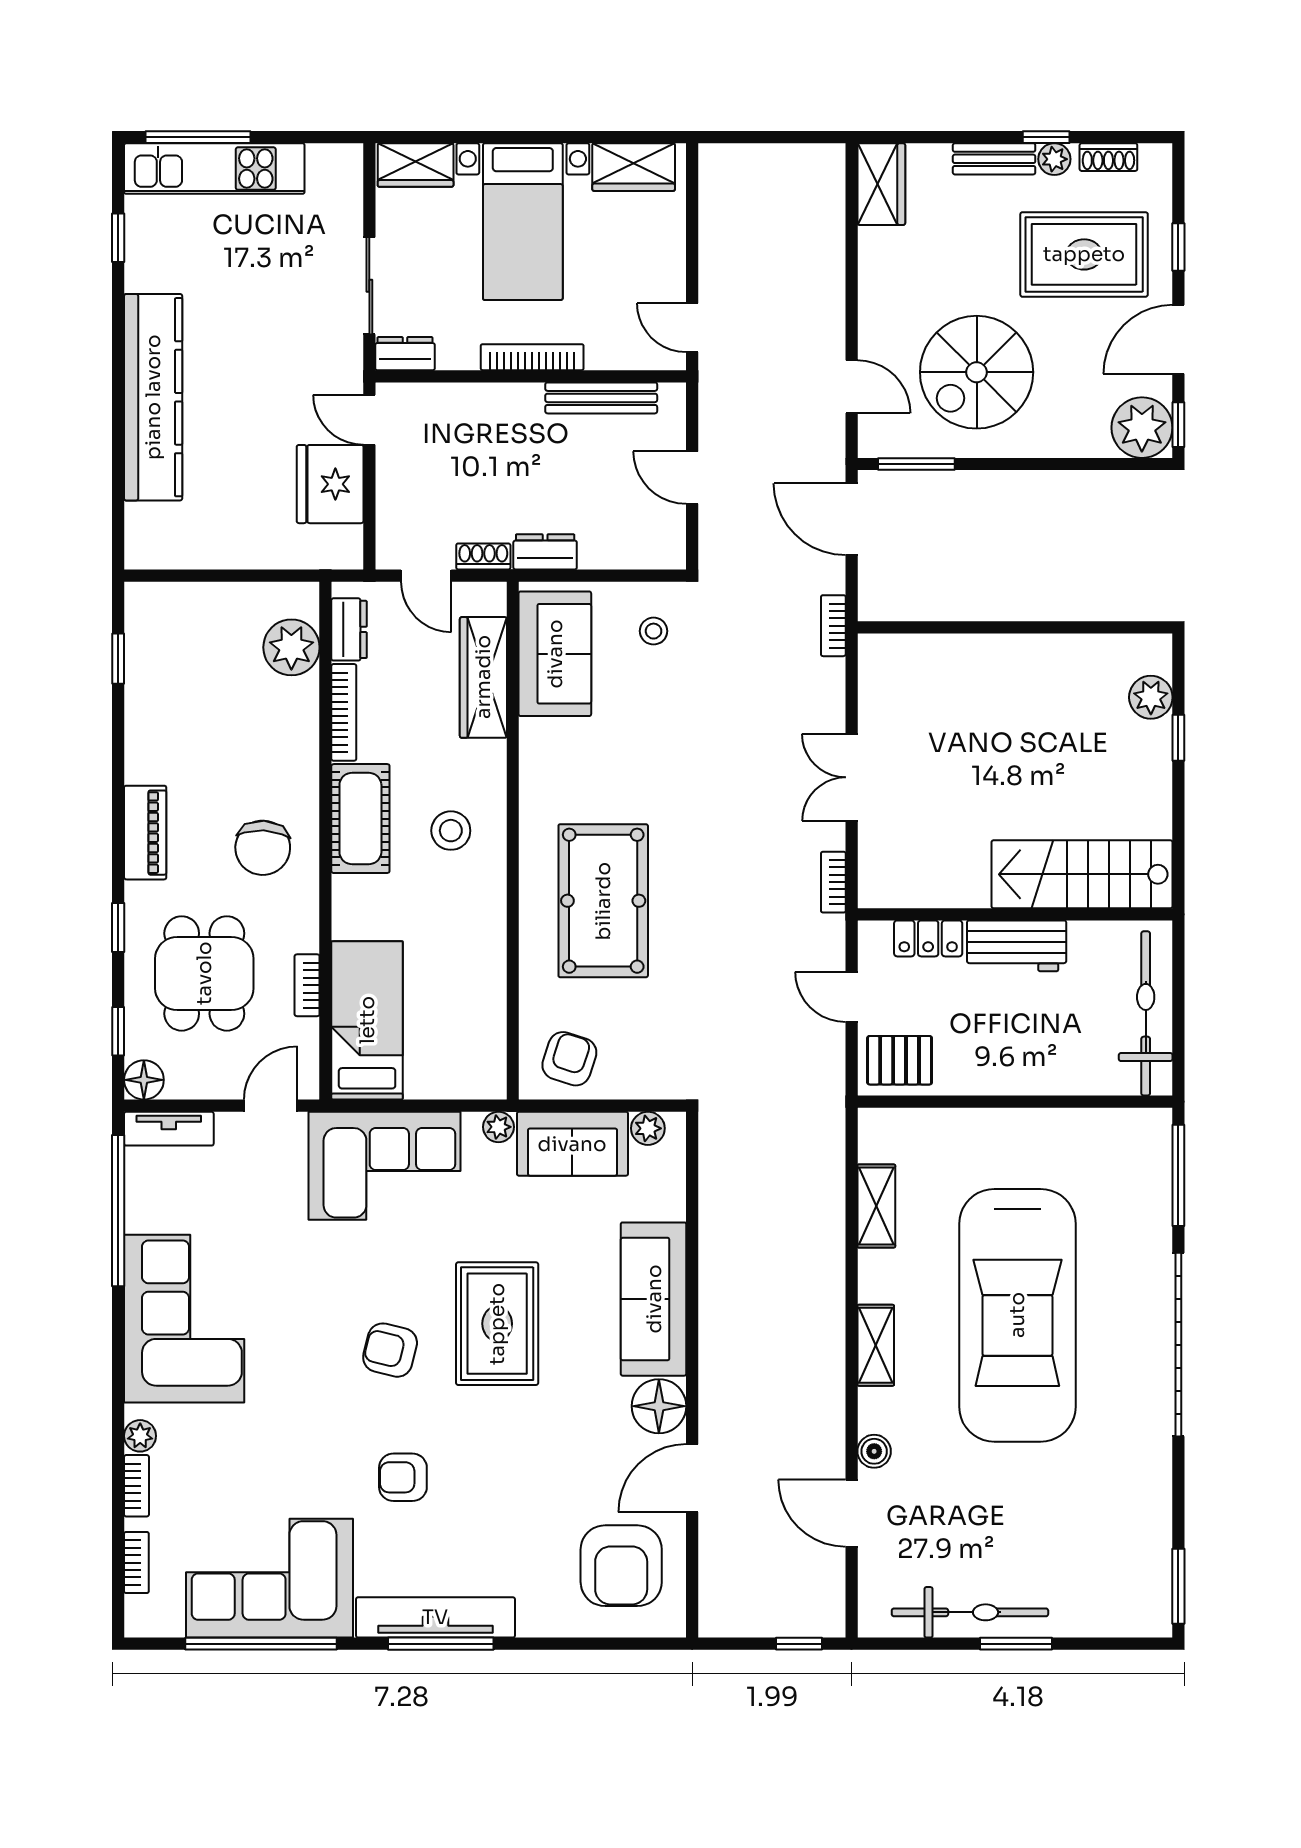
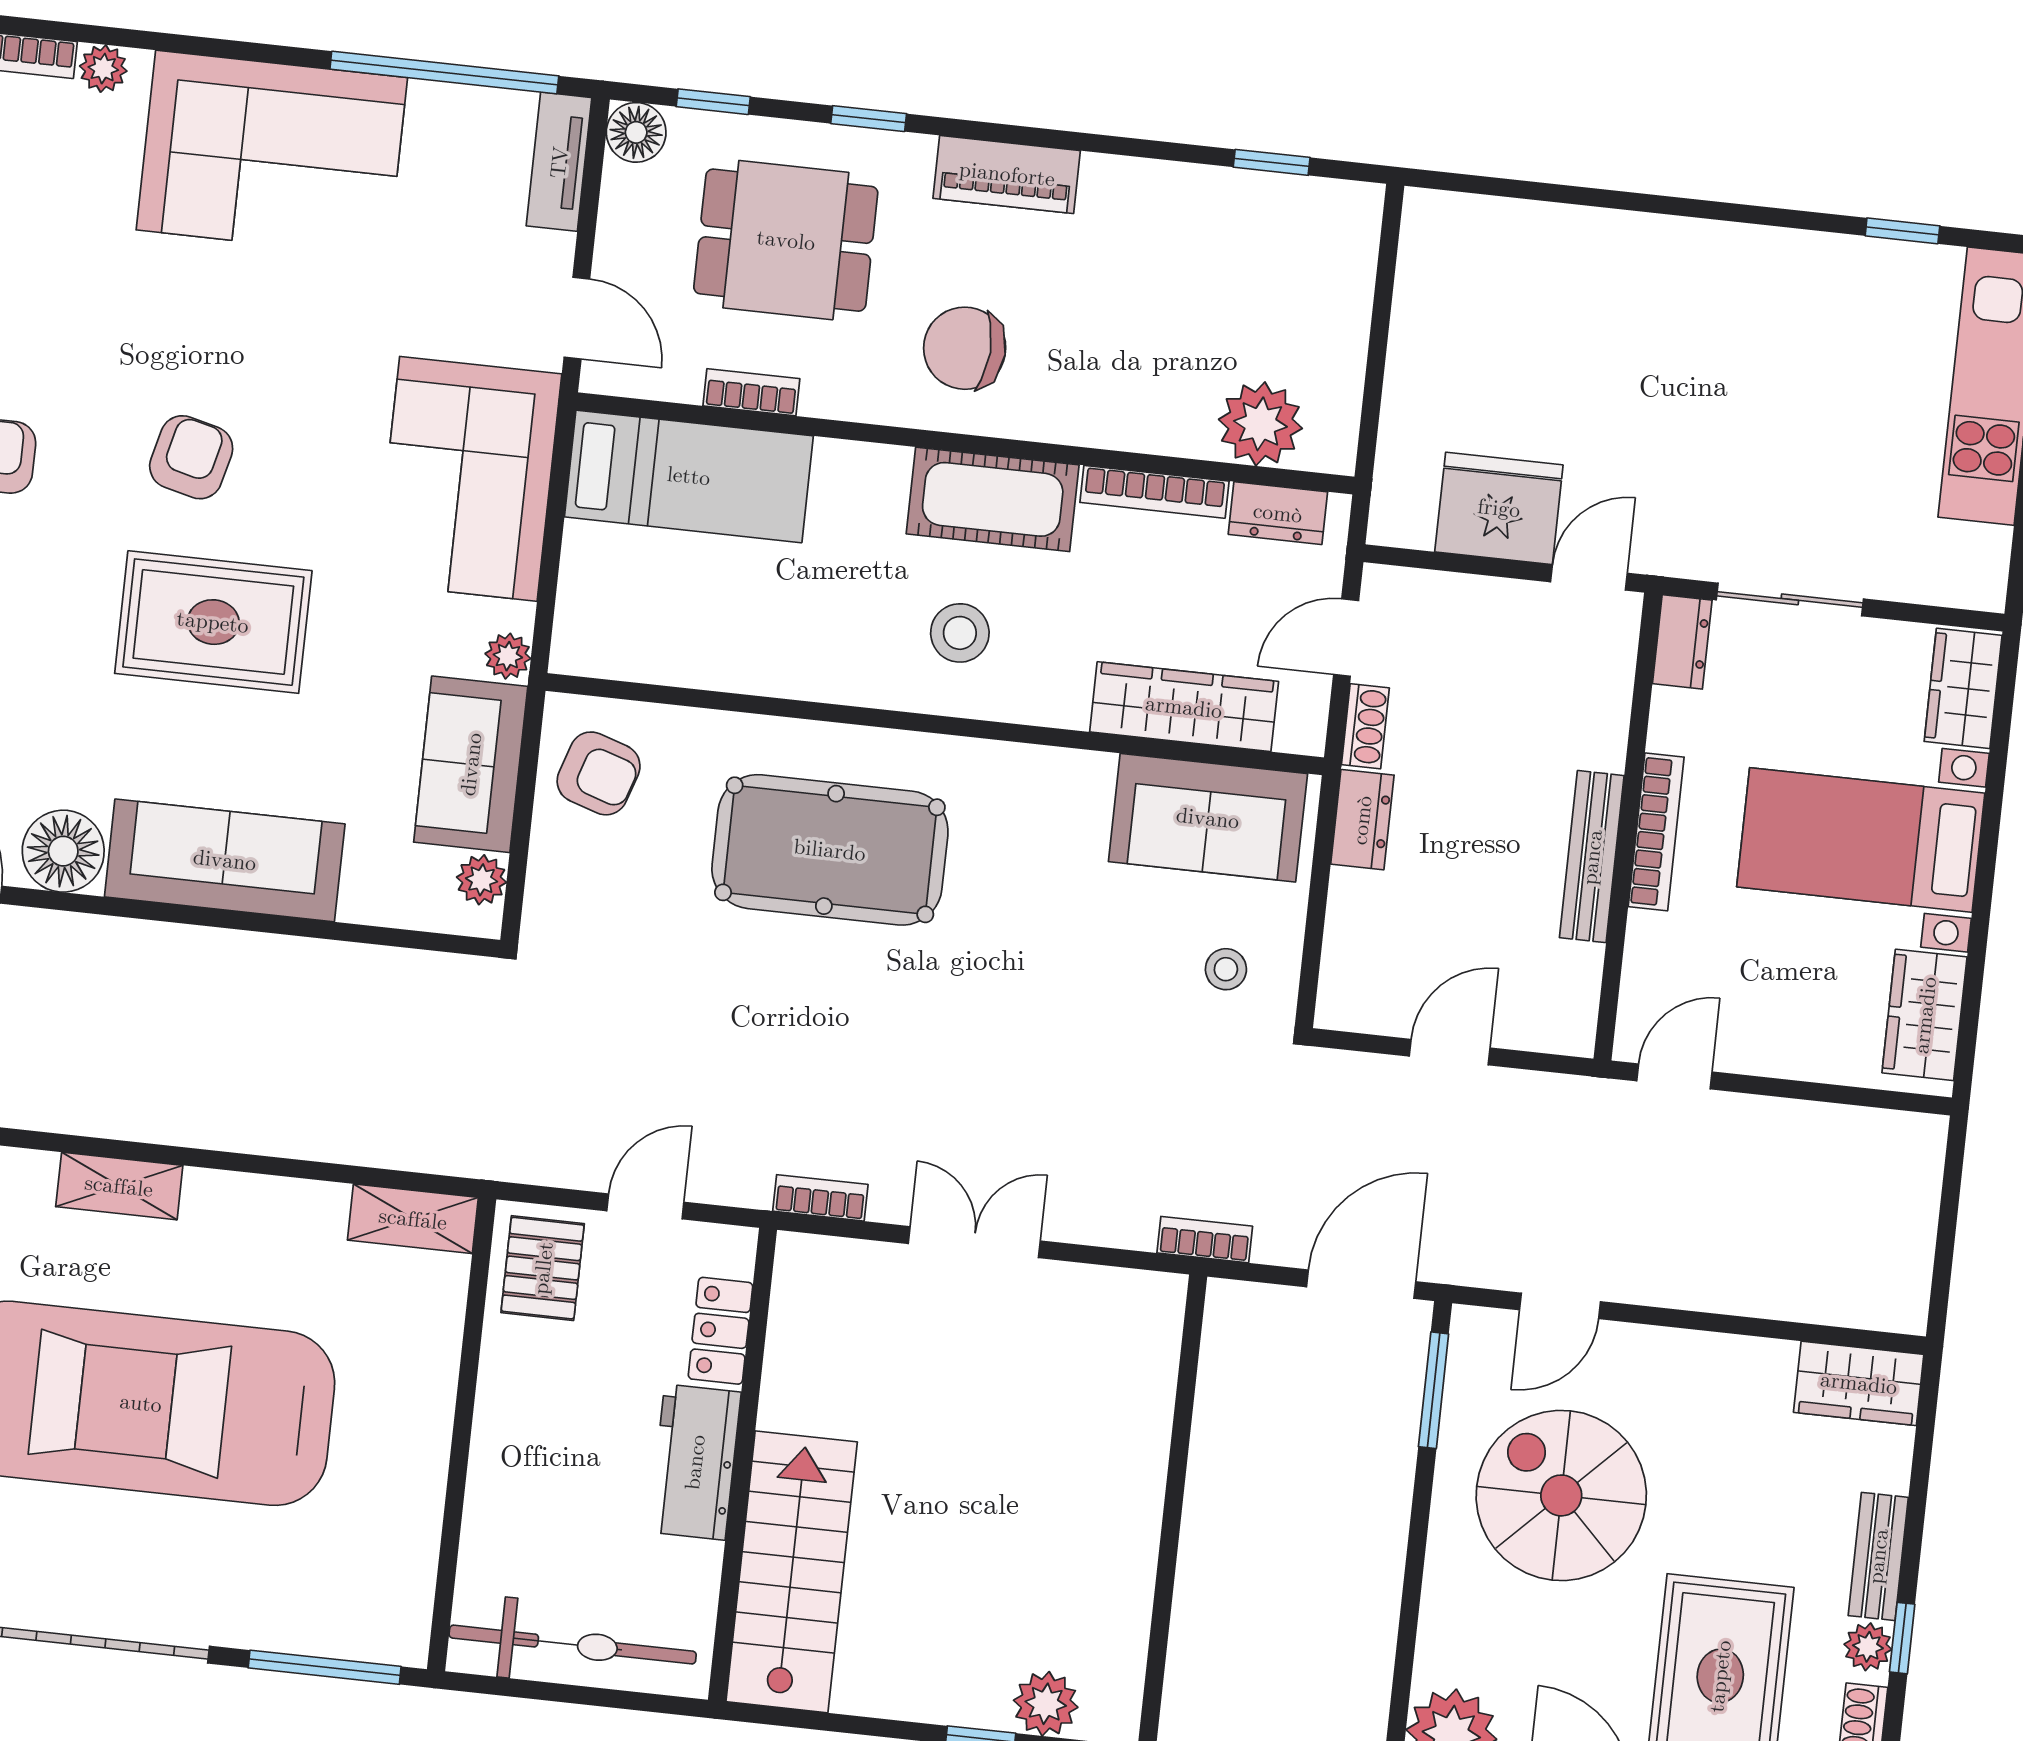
kitchen counter: (153, 397) -> (1658, 257), removed
bench: (601, 398) -> (1592, 857), moved
shelving: (876, 1206) -> (413, 1219), moved

